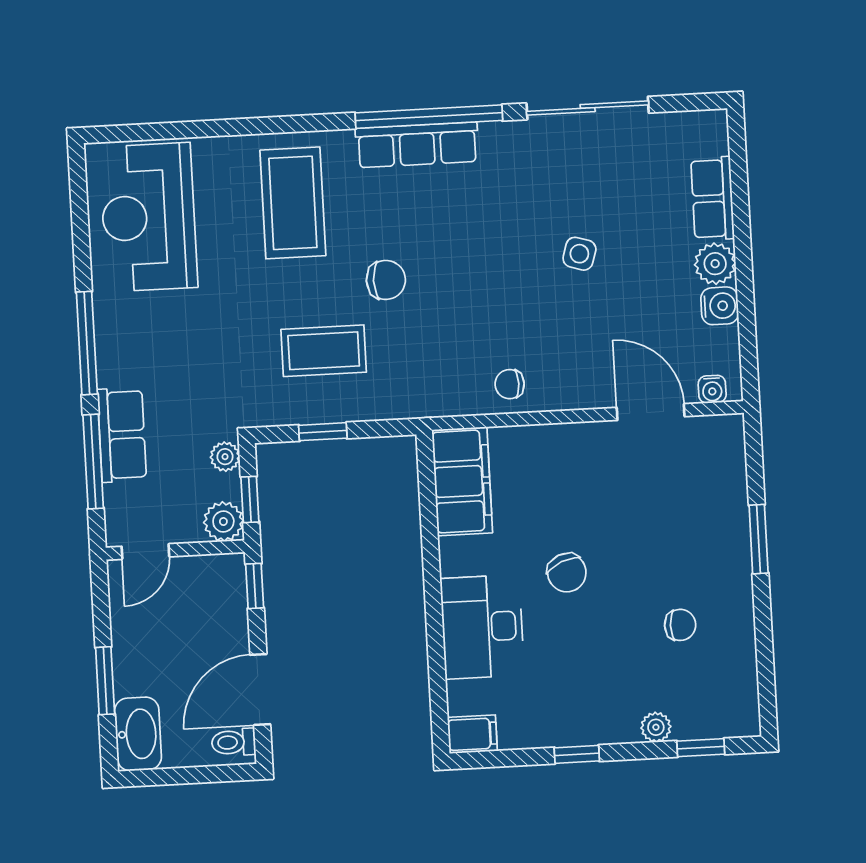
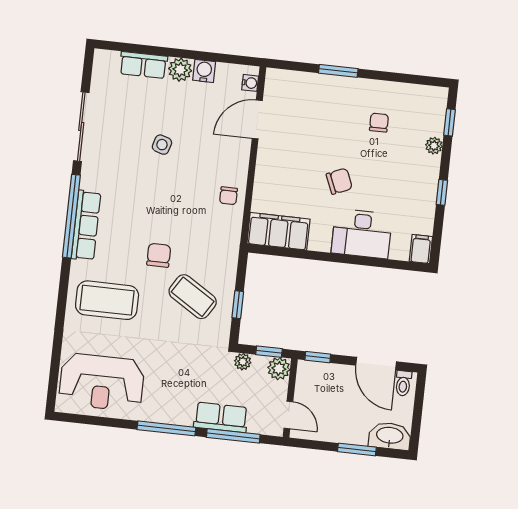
coffee table: (324, 351) -> (193, 297), turned -58

